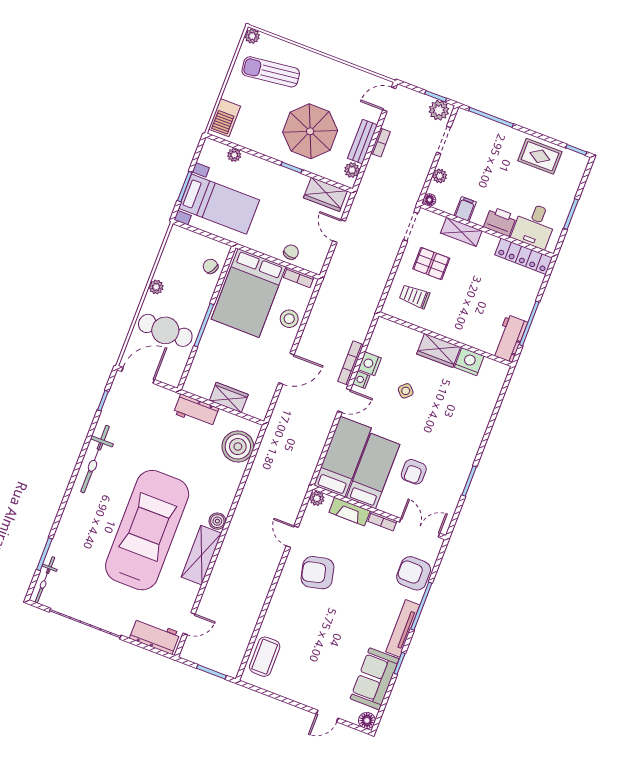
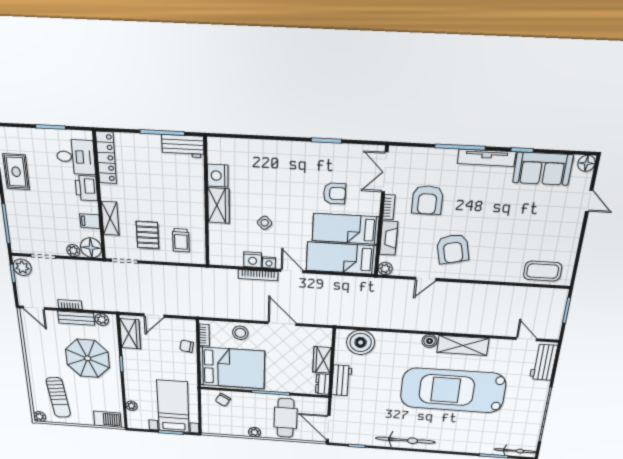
floor lamp: (429, 200) -> (91, 248), width x1.89, depth x1.89
dresser: (198, 388) -> (323, 384), added
armchair: (414, 573) -> (427, 200), moved

